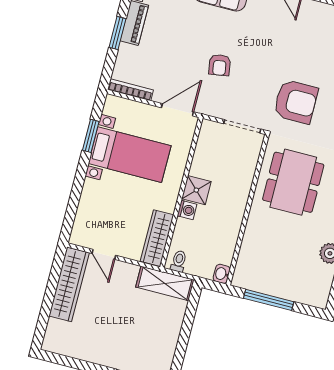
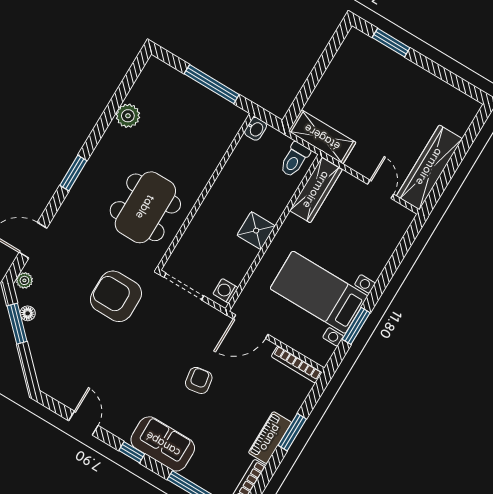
armchair: (220, 65) -> (199, 380), moved
washing machine: (187, 210) -> (225, 291), moved
toilet: (179, 261) -> (295, 160), width x1.37, depth x1.39

